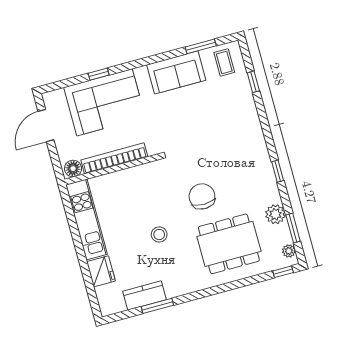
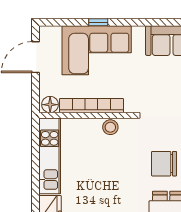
chair: (202, 196) -> (164, 164), turned -90
stool: (159, 235) -> (110, 127), moved

